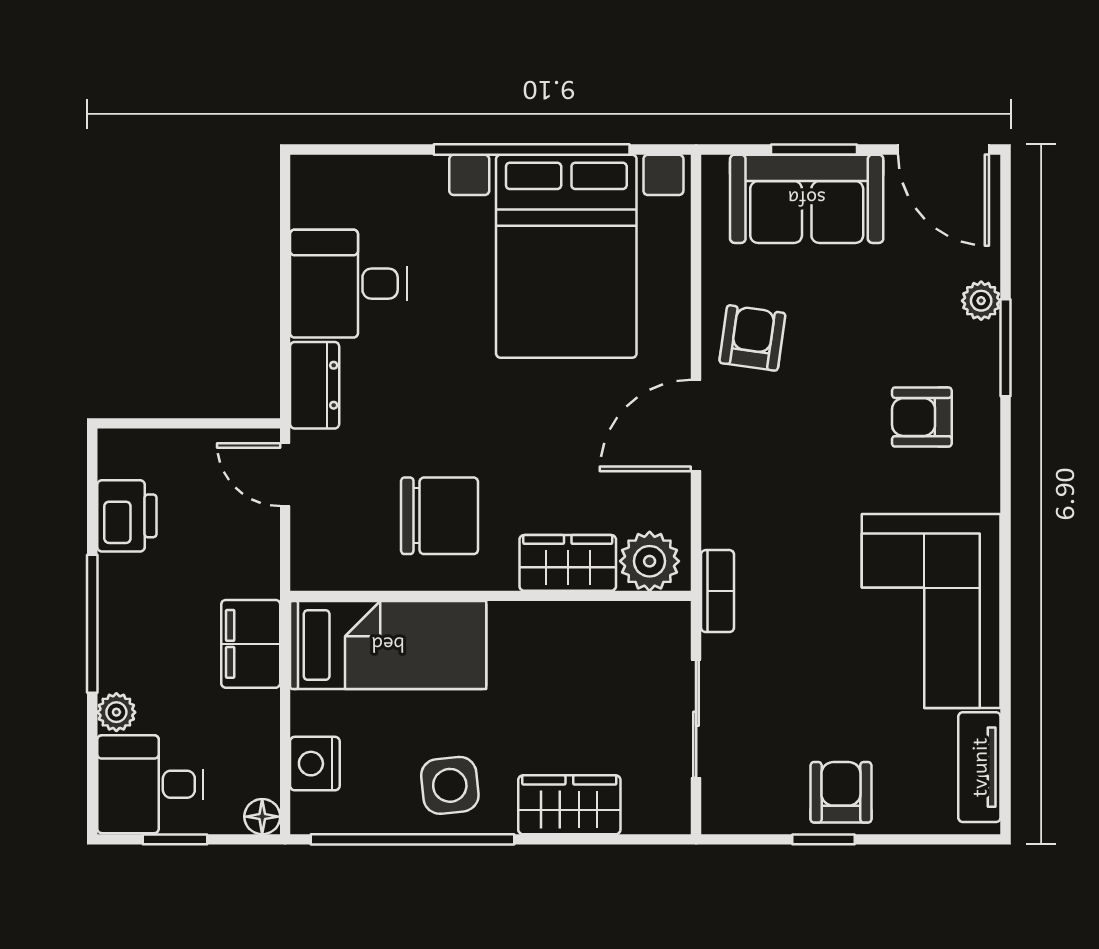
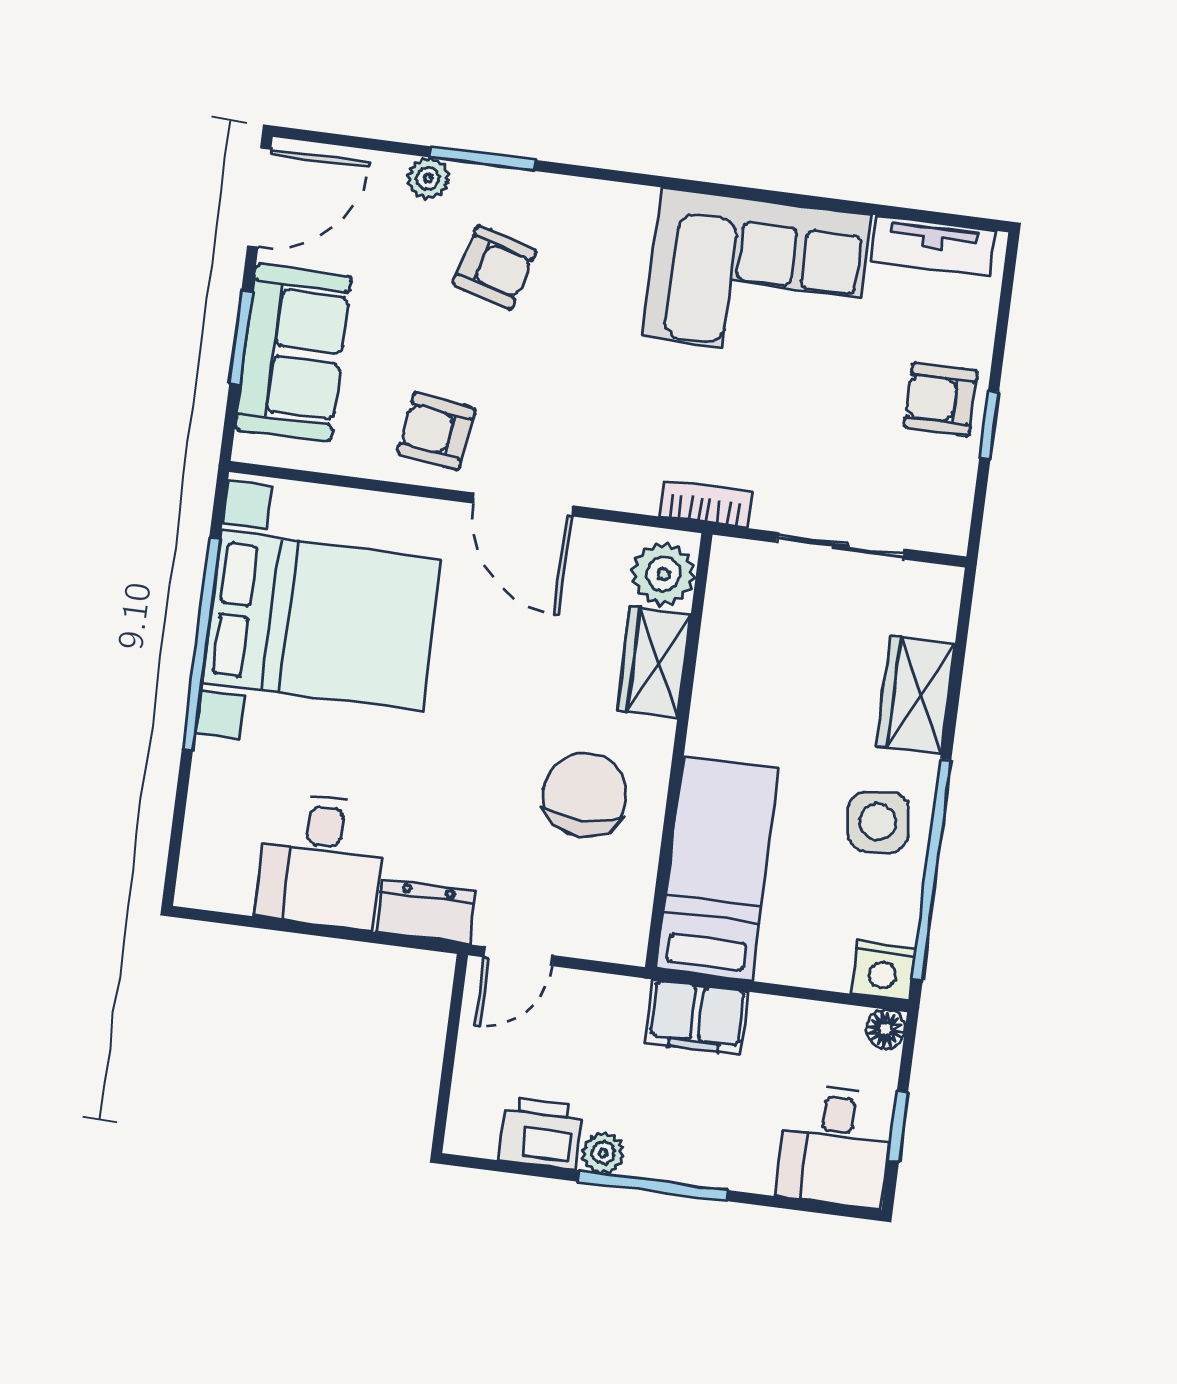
armchair: (922, 417) -> (495, 267), moved, turned -74
plant: (116, 712) -> (603, 1153), moved
nightstand: (315, 764) -> (883, 971), moved

